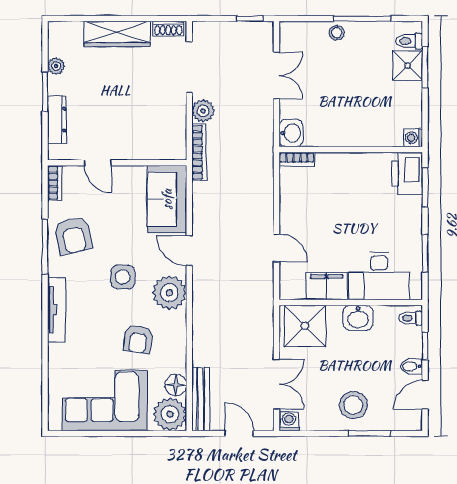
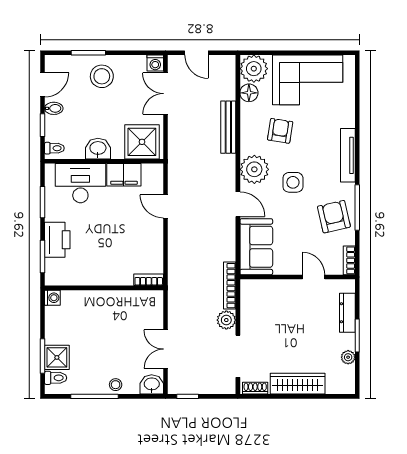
washbasin: (291, 133) -> (152, 384), moved, turned 90
printer: (407, 173) -> (57, 240), moved
bench: (201, 399) -> (228, 127), moved

